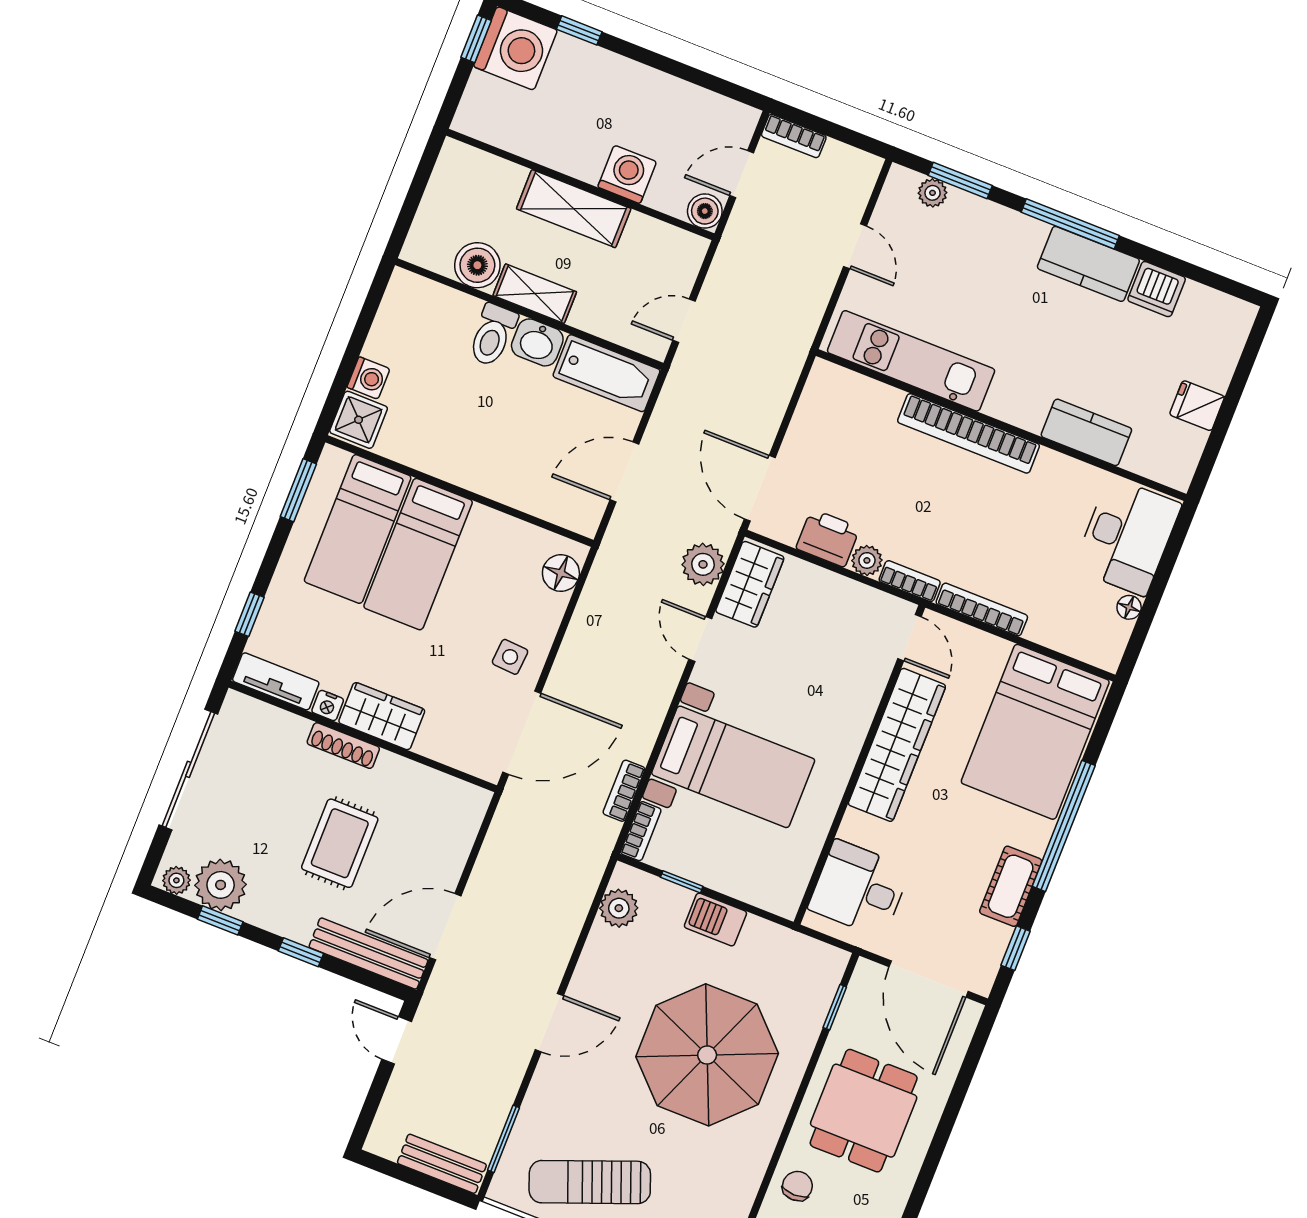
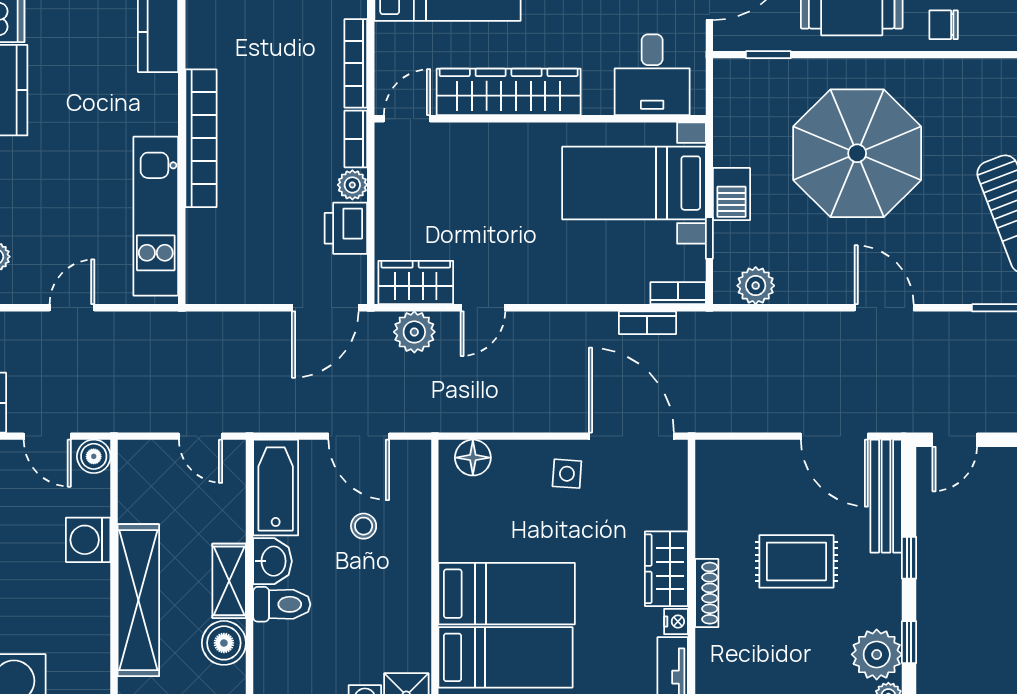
shelving: (574, 209) -> (138, 600), width x1.47
stool: (537, 443) -> (364, 526), added
bed with nightstands: (733, 767) -> (634, 183), moved, turned -90

